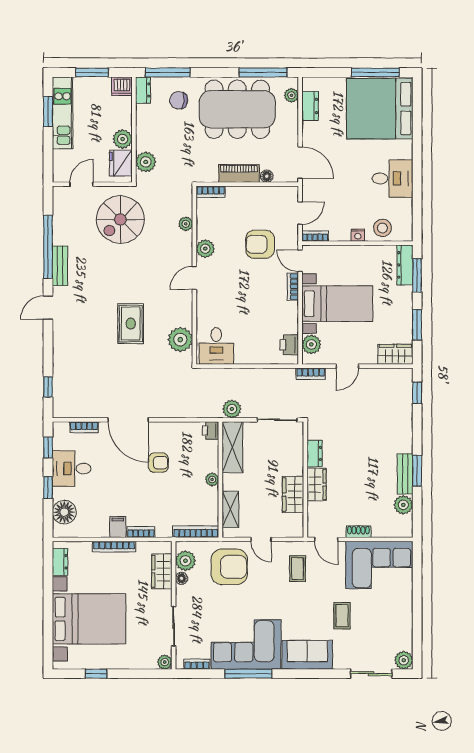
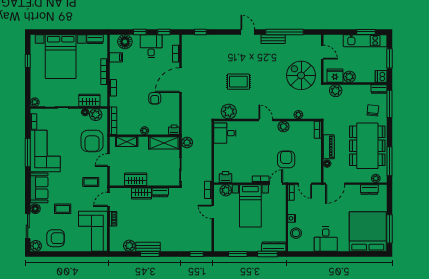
wardrobe: (395, 354) -> (220, 241), removed
filing cabinet: (118, 527) -> (116, 57), moved
armchair: (391, 627) -> (56, 238), added
floor lamp: (342, 661) -> (35, 209), added

